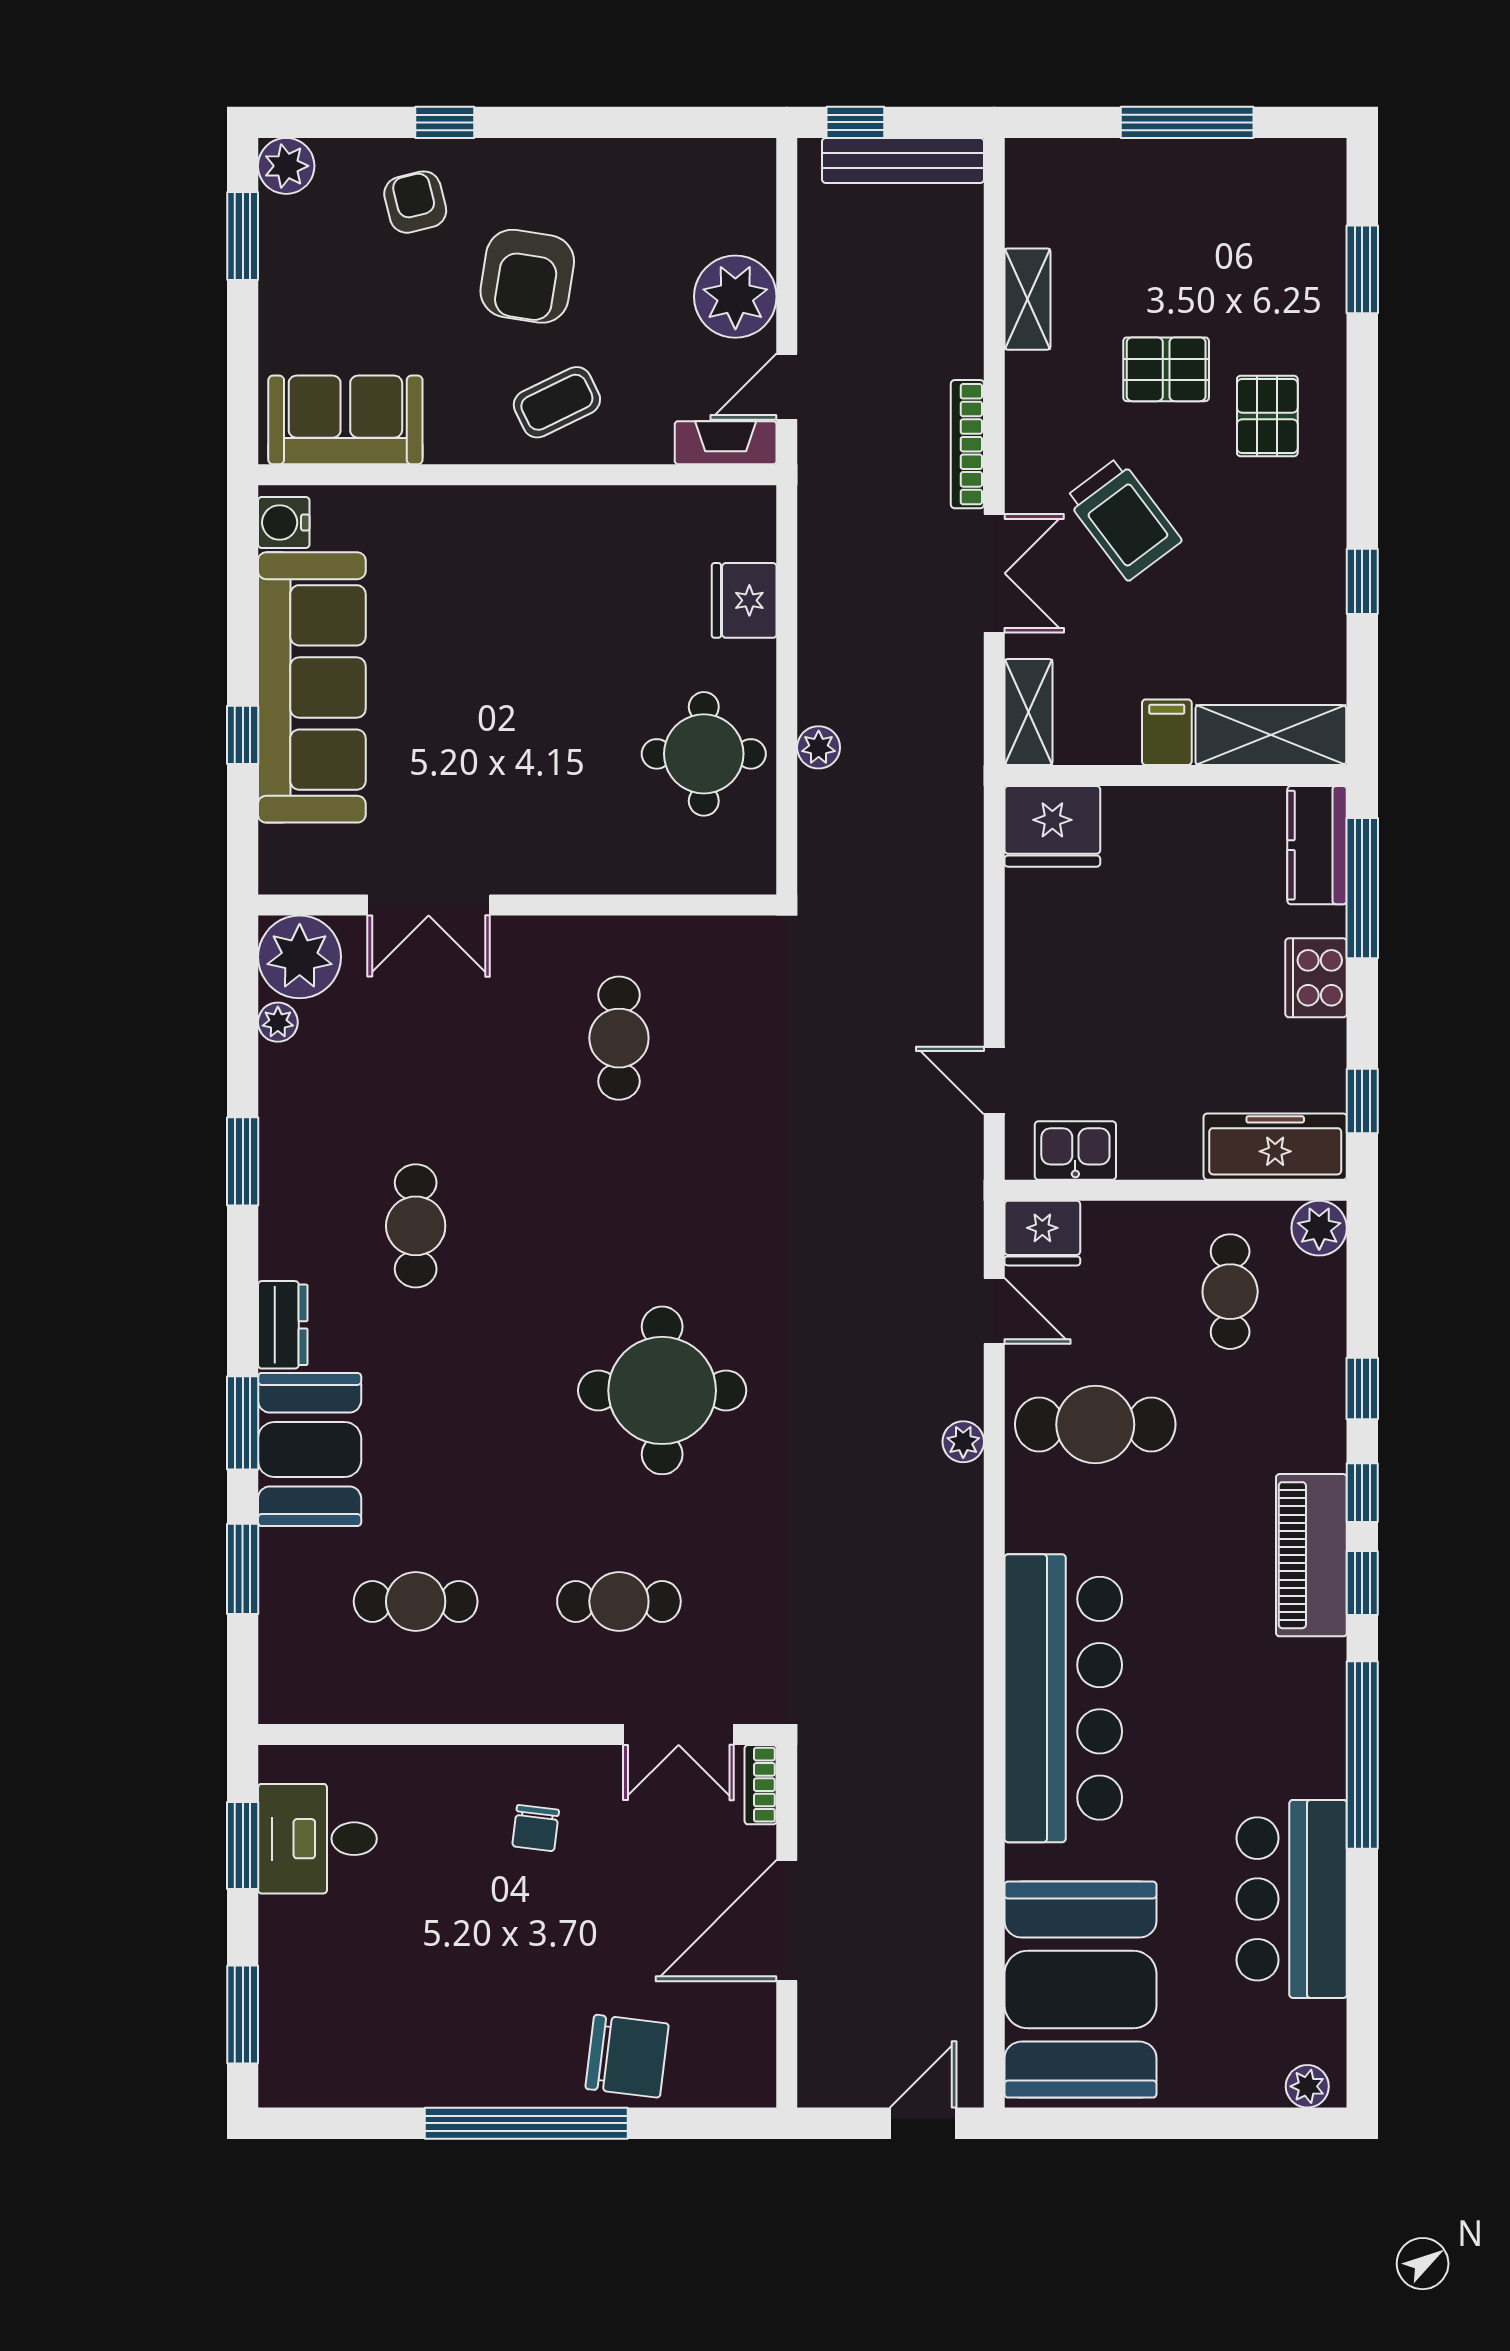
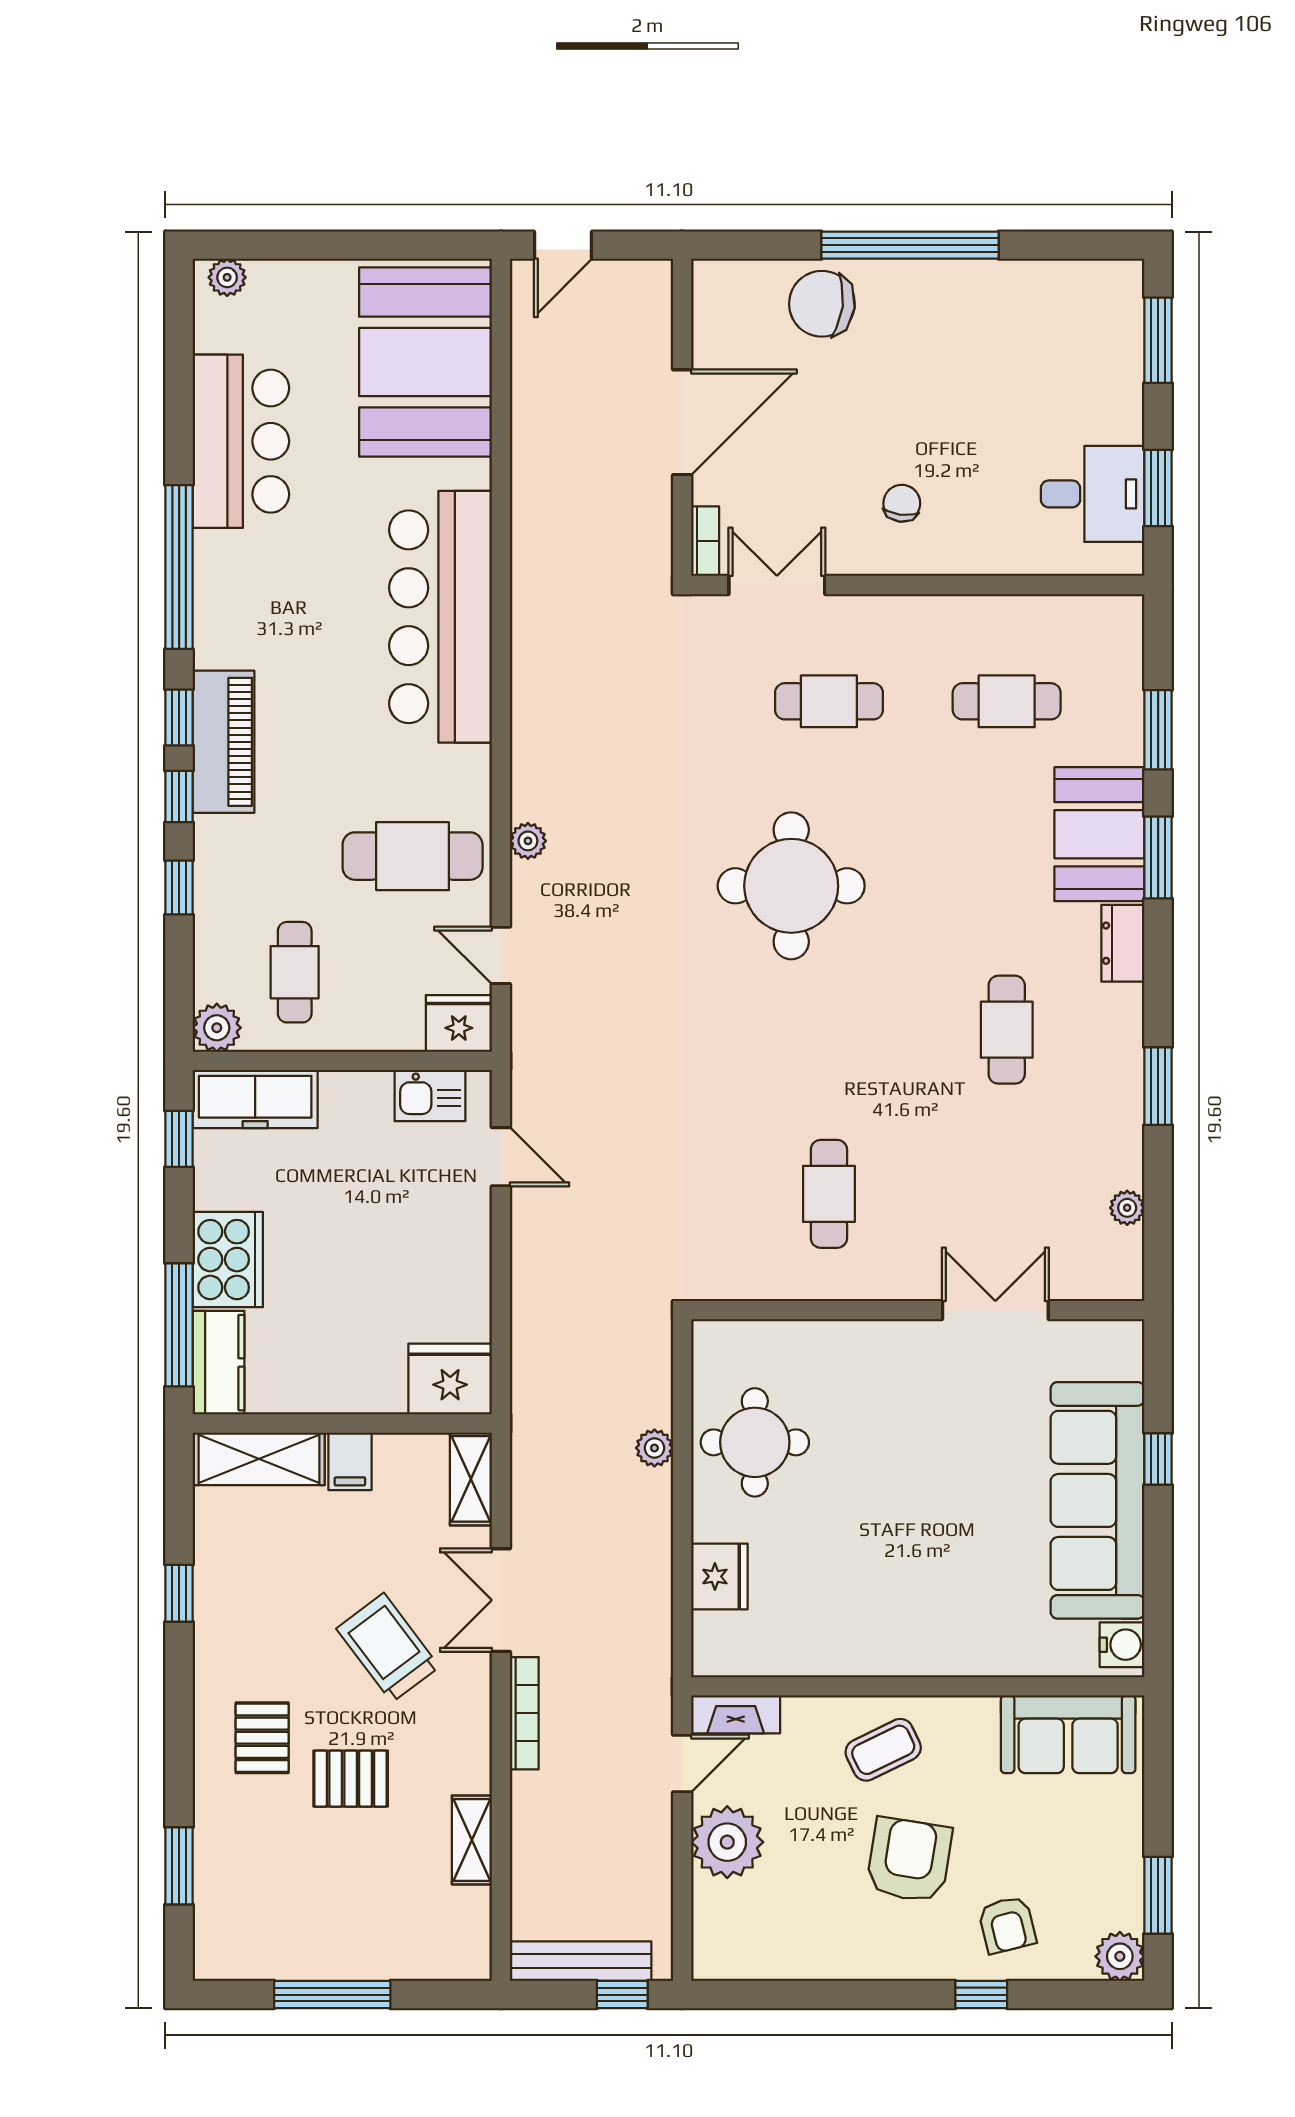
plant: (300, 957) -> (1108, 1265), removed
cooker: (1316, 978) -> (228, 1260), width x1.37, depth x1.31

